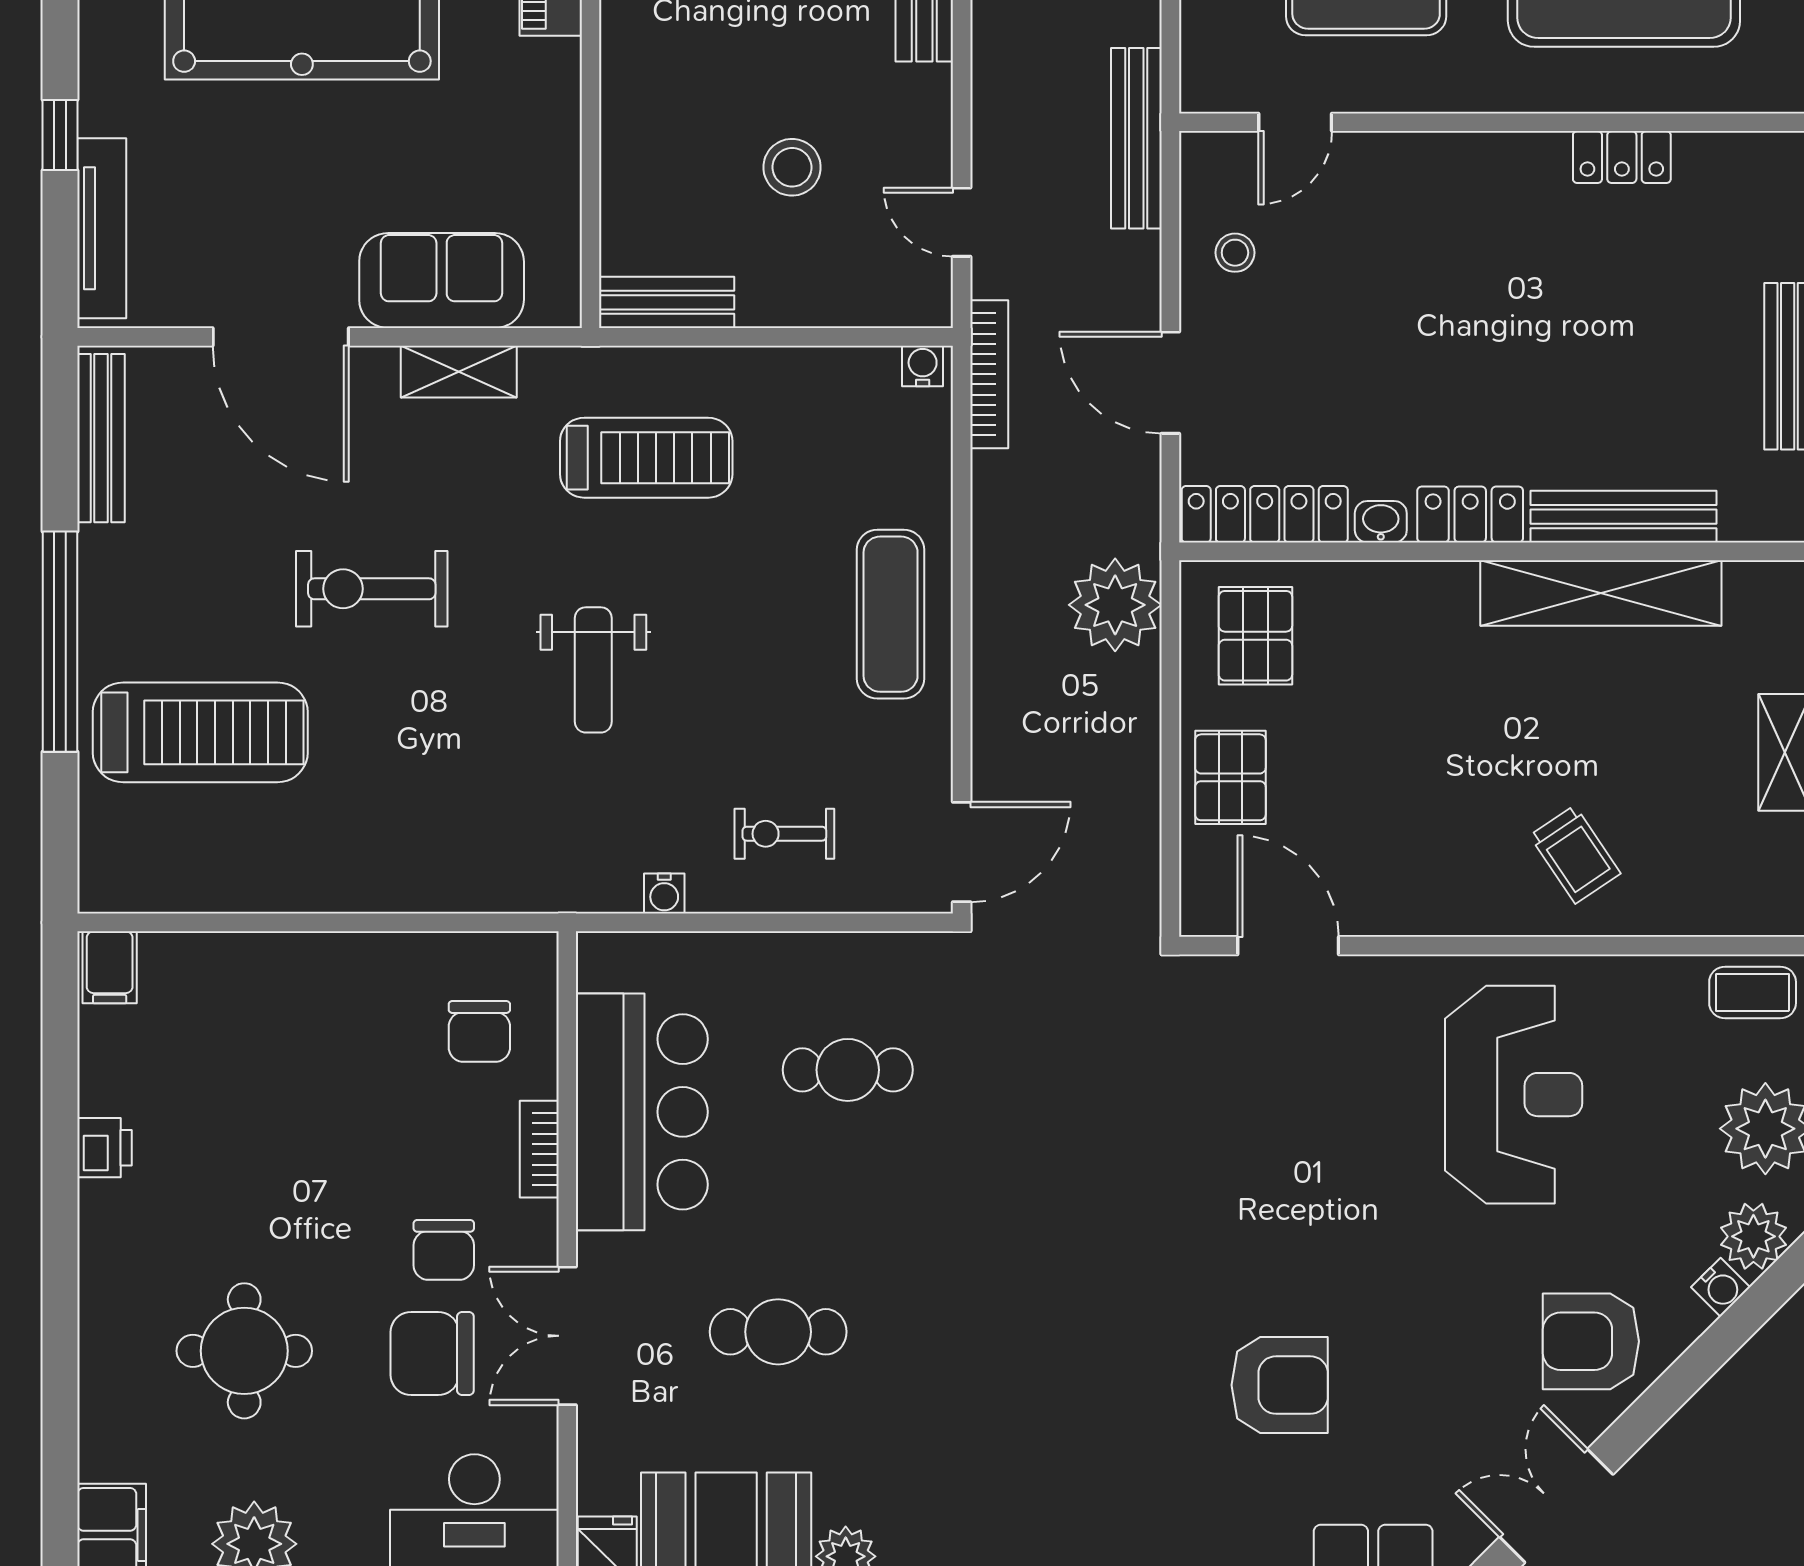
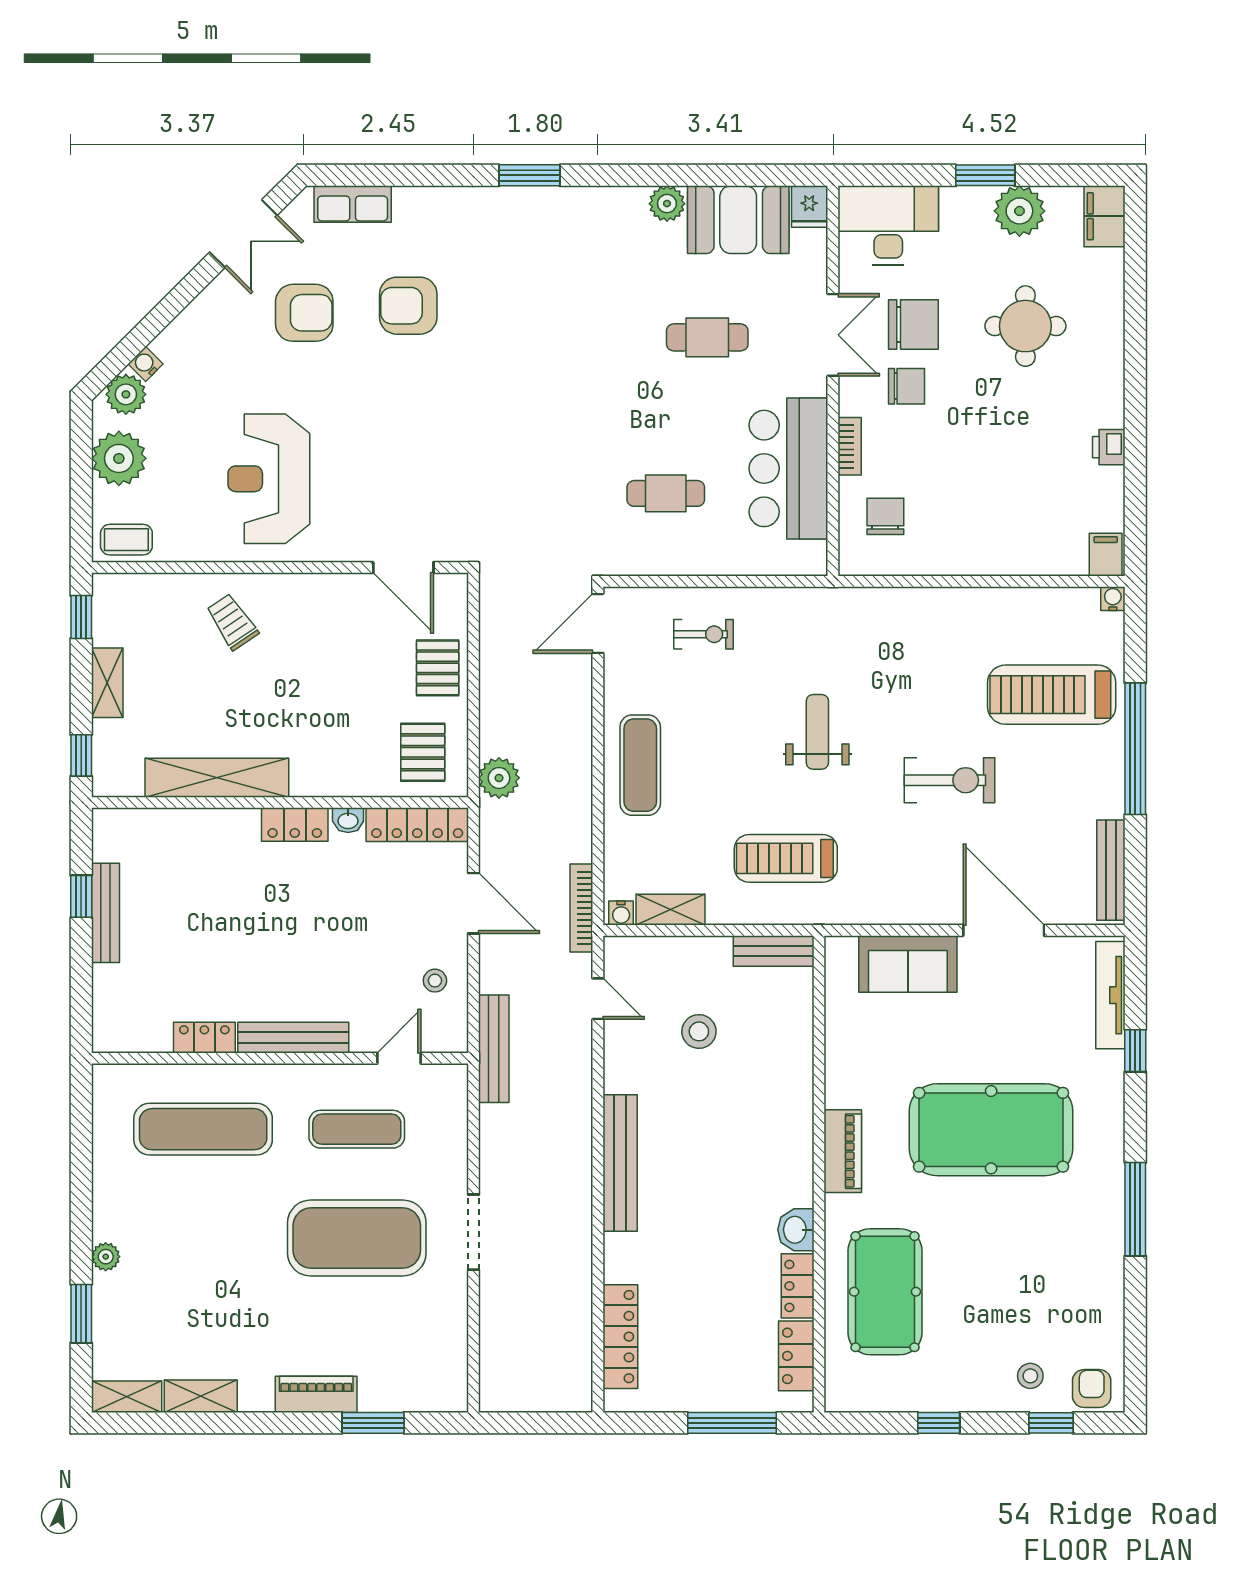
shelving: (459, 372) -> (670, 910), moved
bench: (1623, 517) -> (293, 1038), moved
plant: (1115, 605) -> (499, 778), width x0.73, depth x0.73
water cooler: (664, 894) -> (1113, 599), moved
chair: (444, 1250) -> (907, 386), turned 90
armchair: (1591, 1341) -> (304, 313), moved

